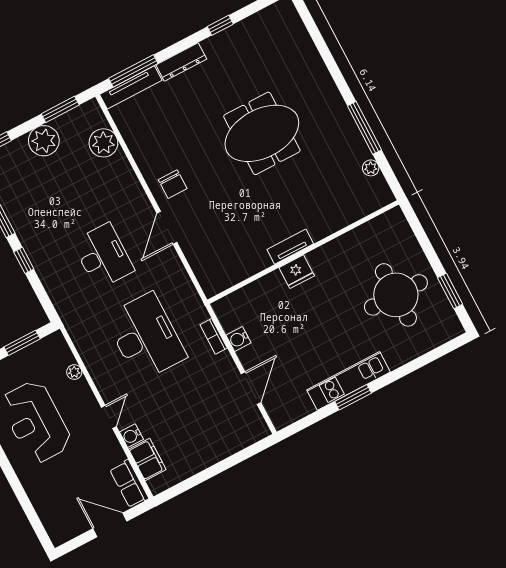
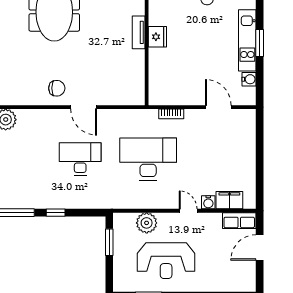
water cooler: (238, 339) -> (249, 79), moved, turned -90
plant: (74, 372) -> (147, 223), width x1.88, depth x1.88

